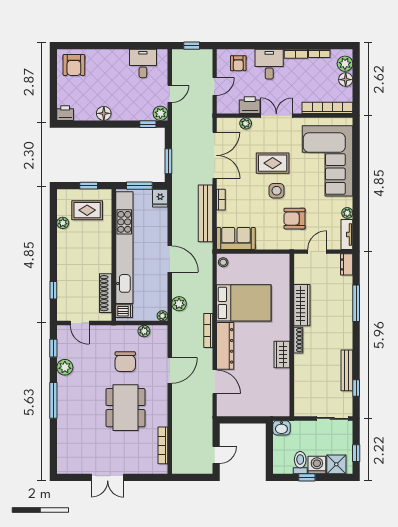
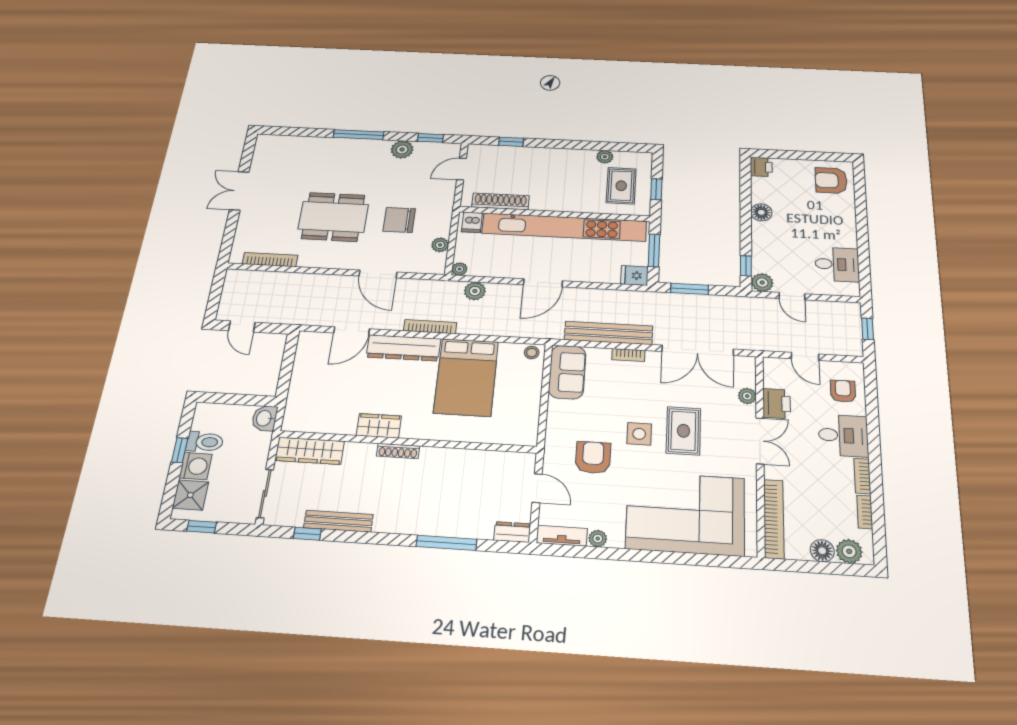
armchair: (238, 63) -> (843, 391), turned 90
wardrobe: (302, 305) -> (310, 451), moved

